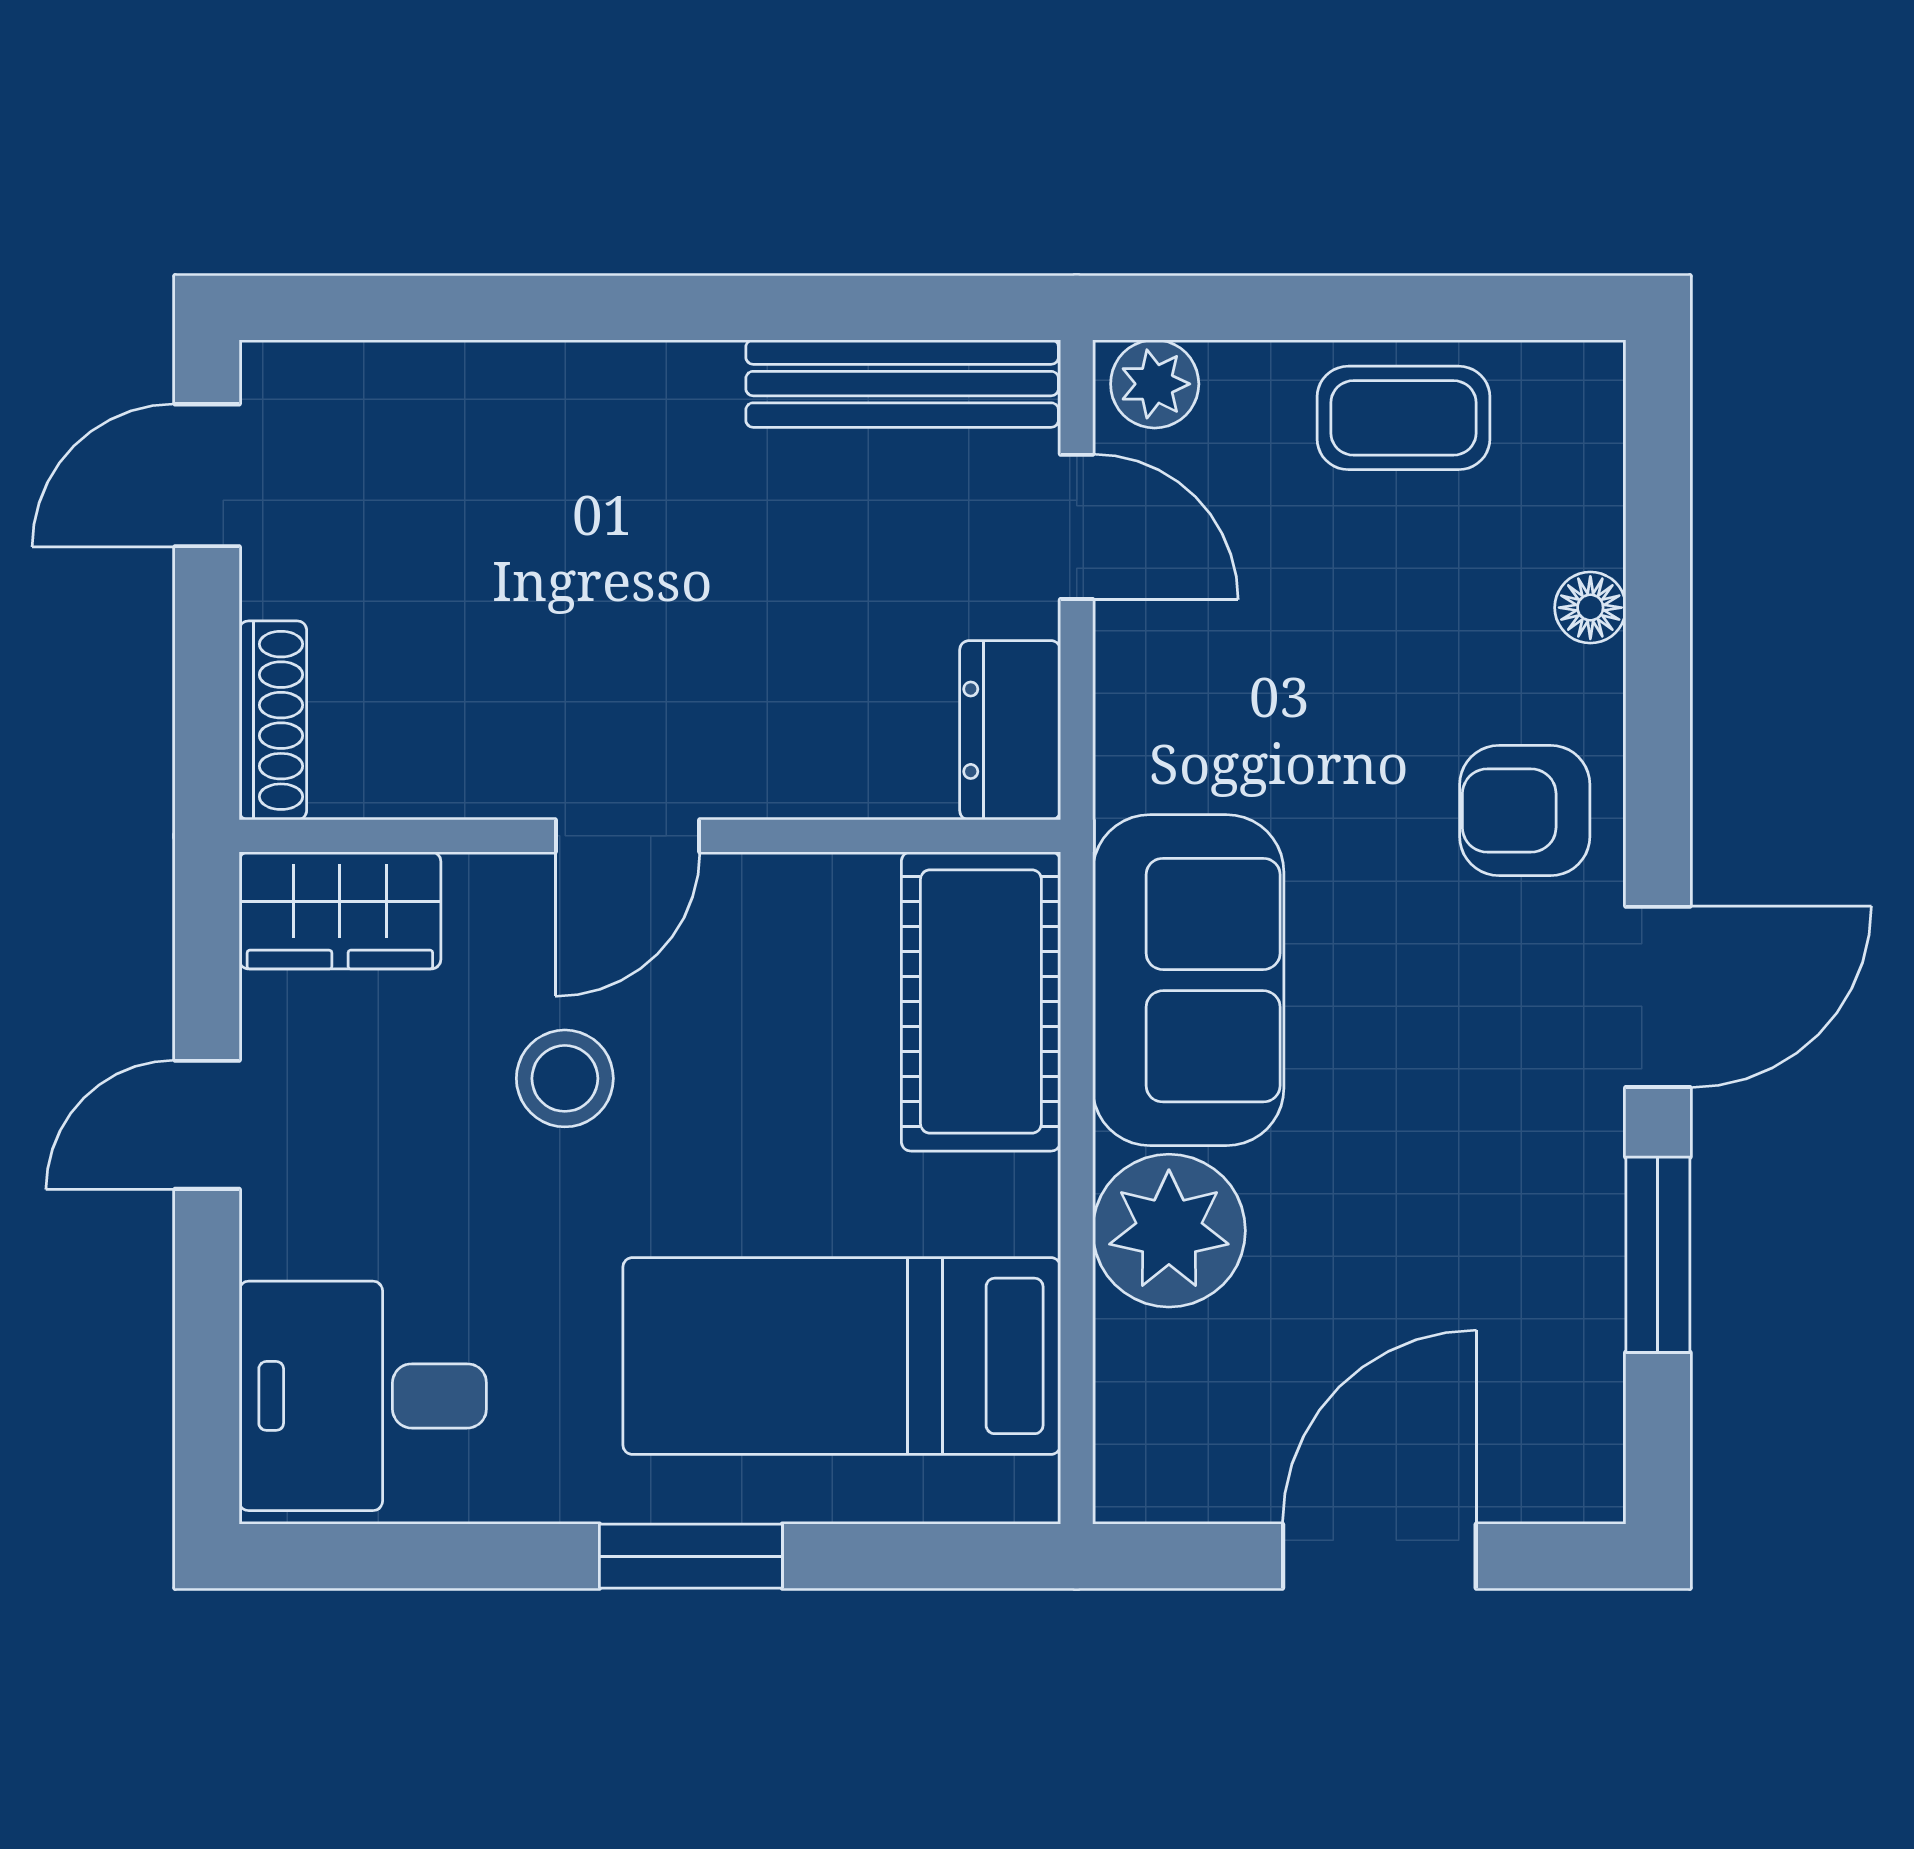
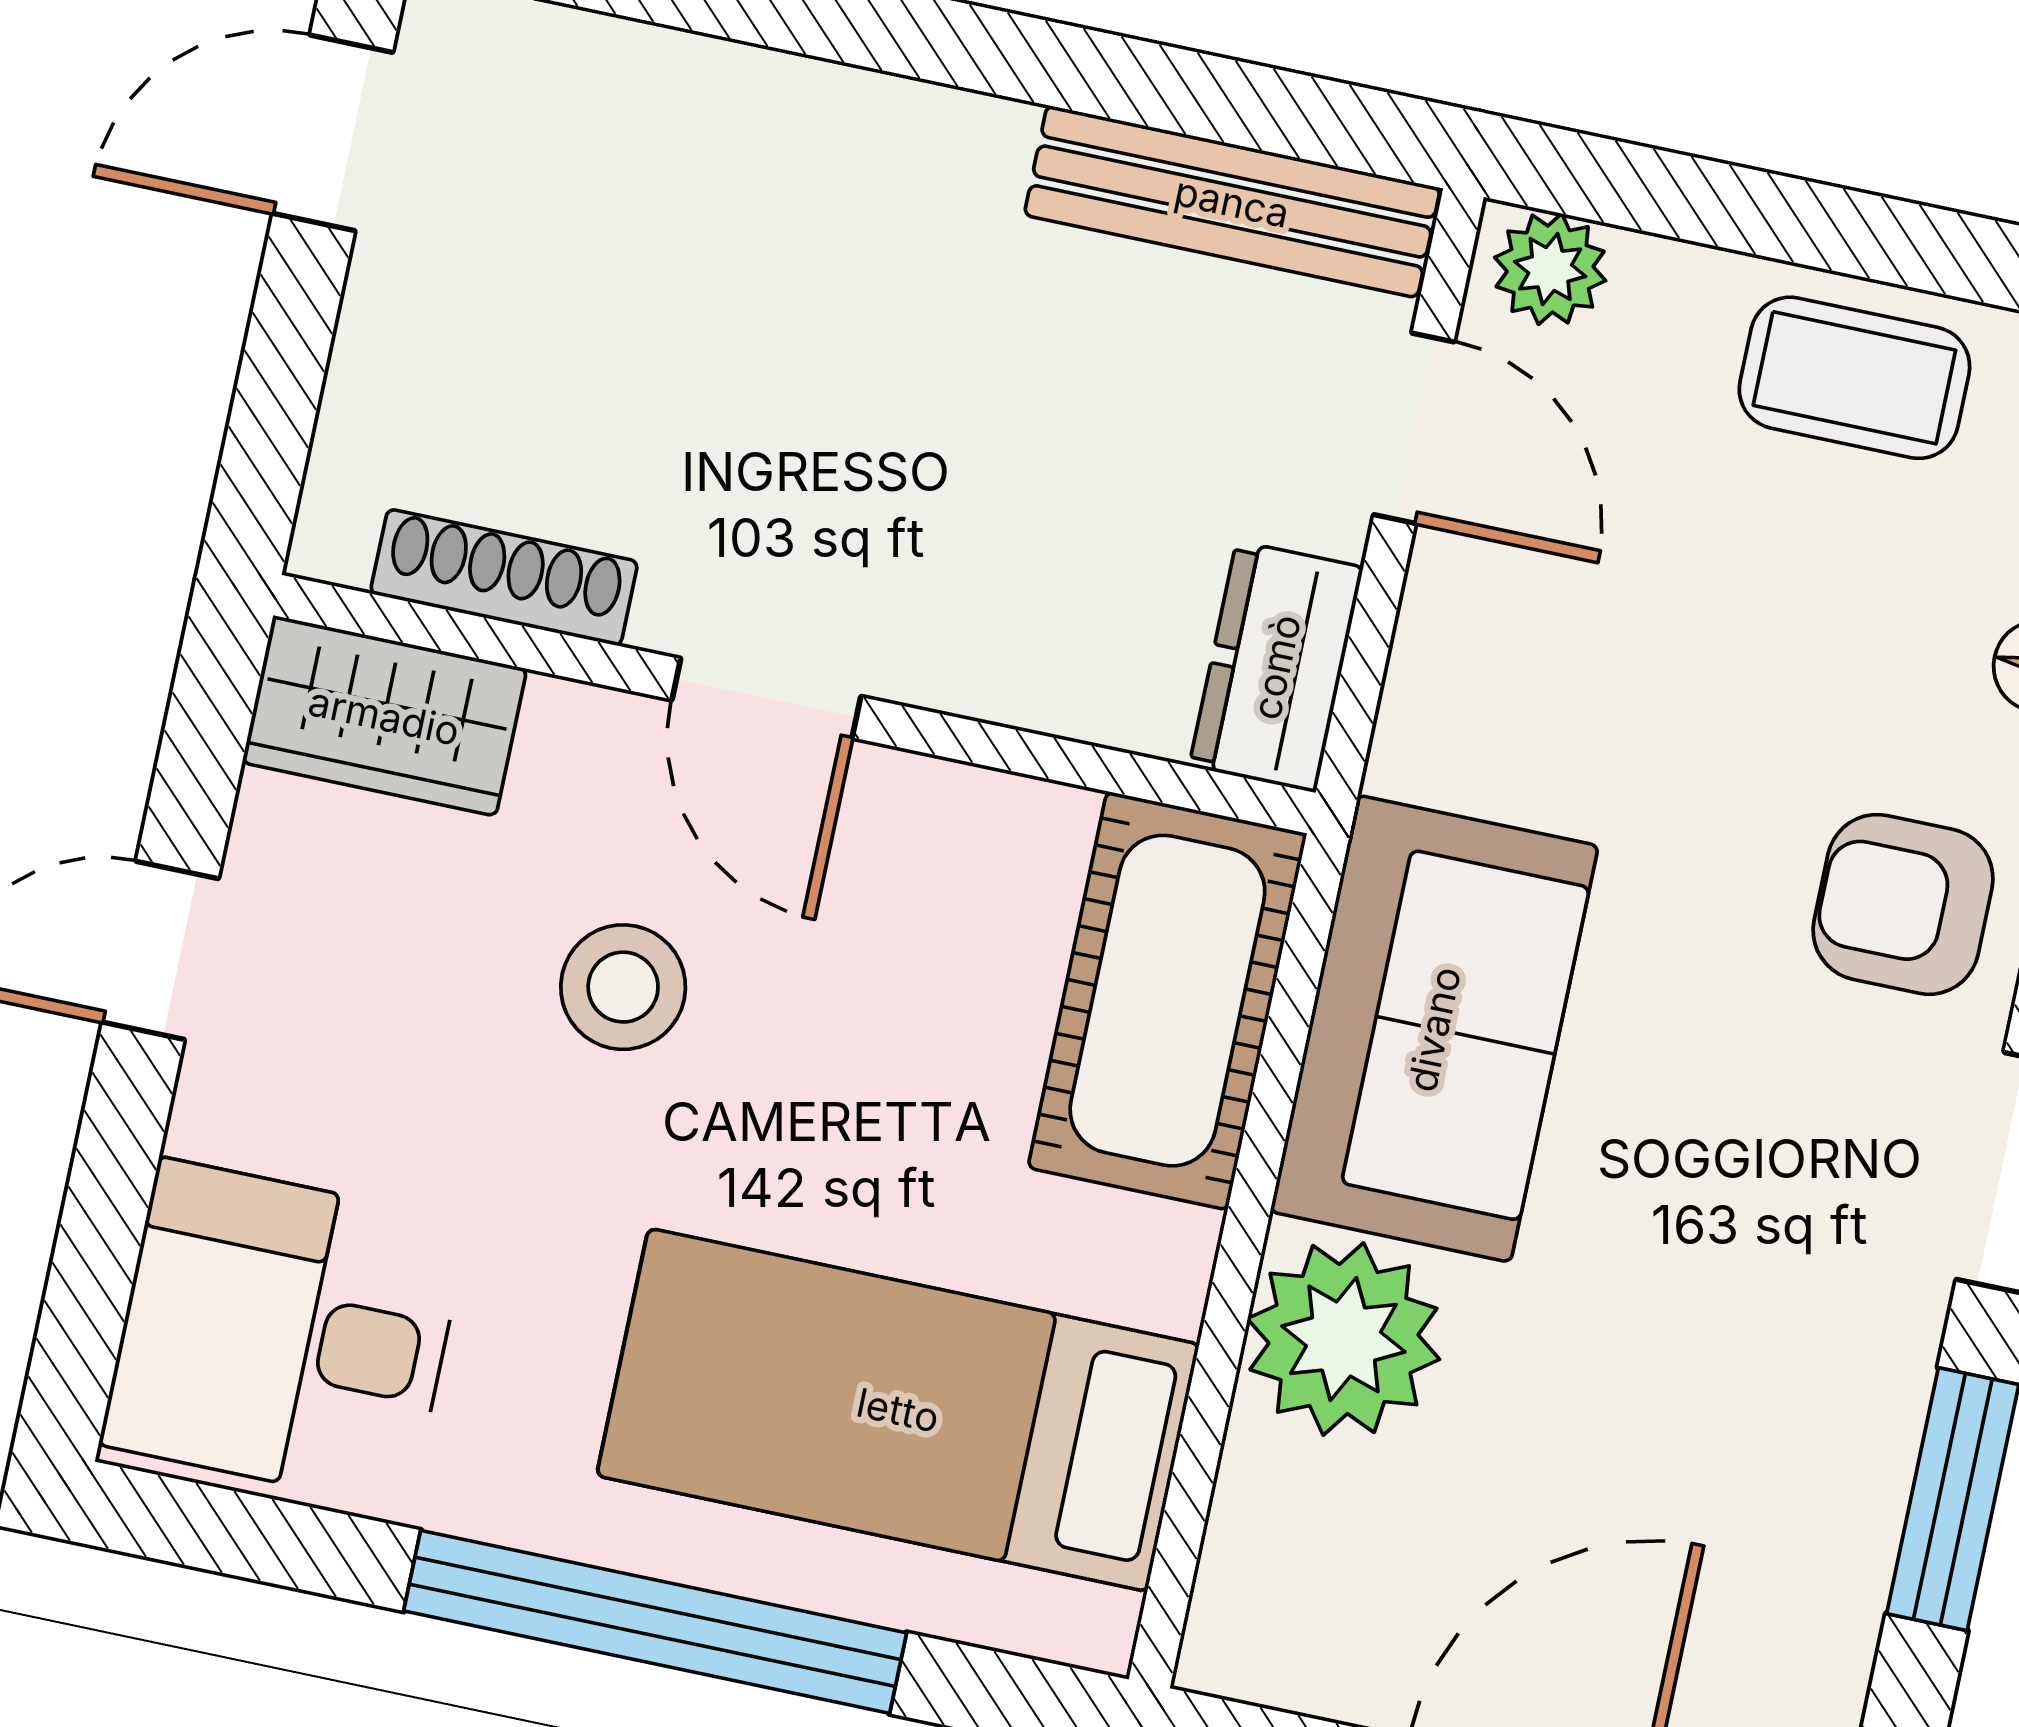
shoe rack: (273, 720) -> (504, 577), moved, turned -90
door: (628, 836) -> (766, 698), hinge flipped
window: (691, 1556) -> (655, 1622), width x2.11

